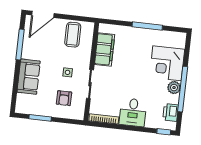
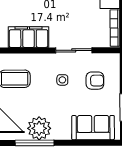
plant: (31, 50) -> (39, 128), added
sofa: (29, 77) -> (93, 128), moved

